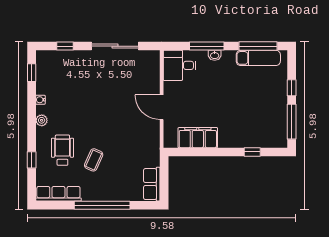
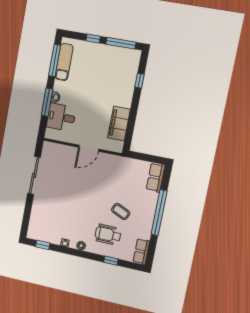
window: (65, 46) -> (27, 214), removed
desk: (180, 65) -> (61, 117), moved, turned 90
row of seats: (152, 184) -> (156, 177), moved, turned 90
row of seats: (58, 194) -> (141, 251), width x0.68

